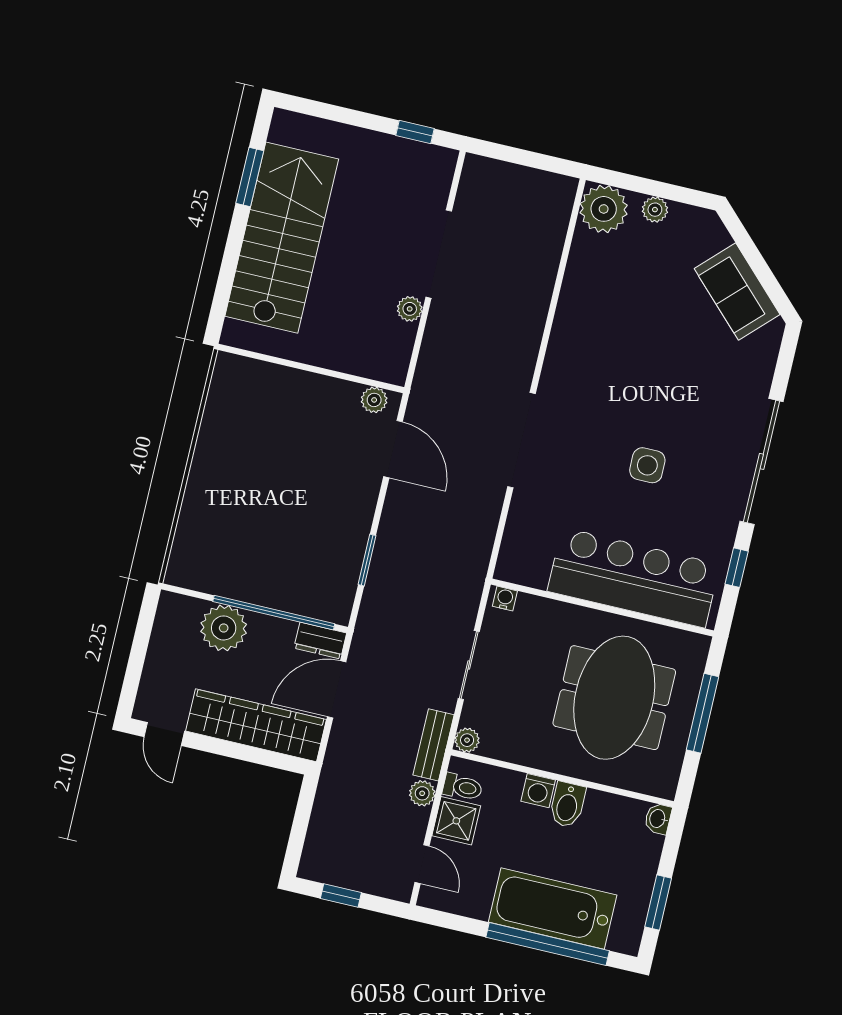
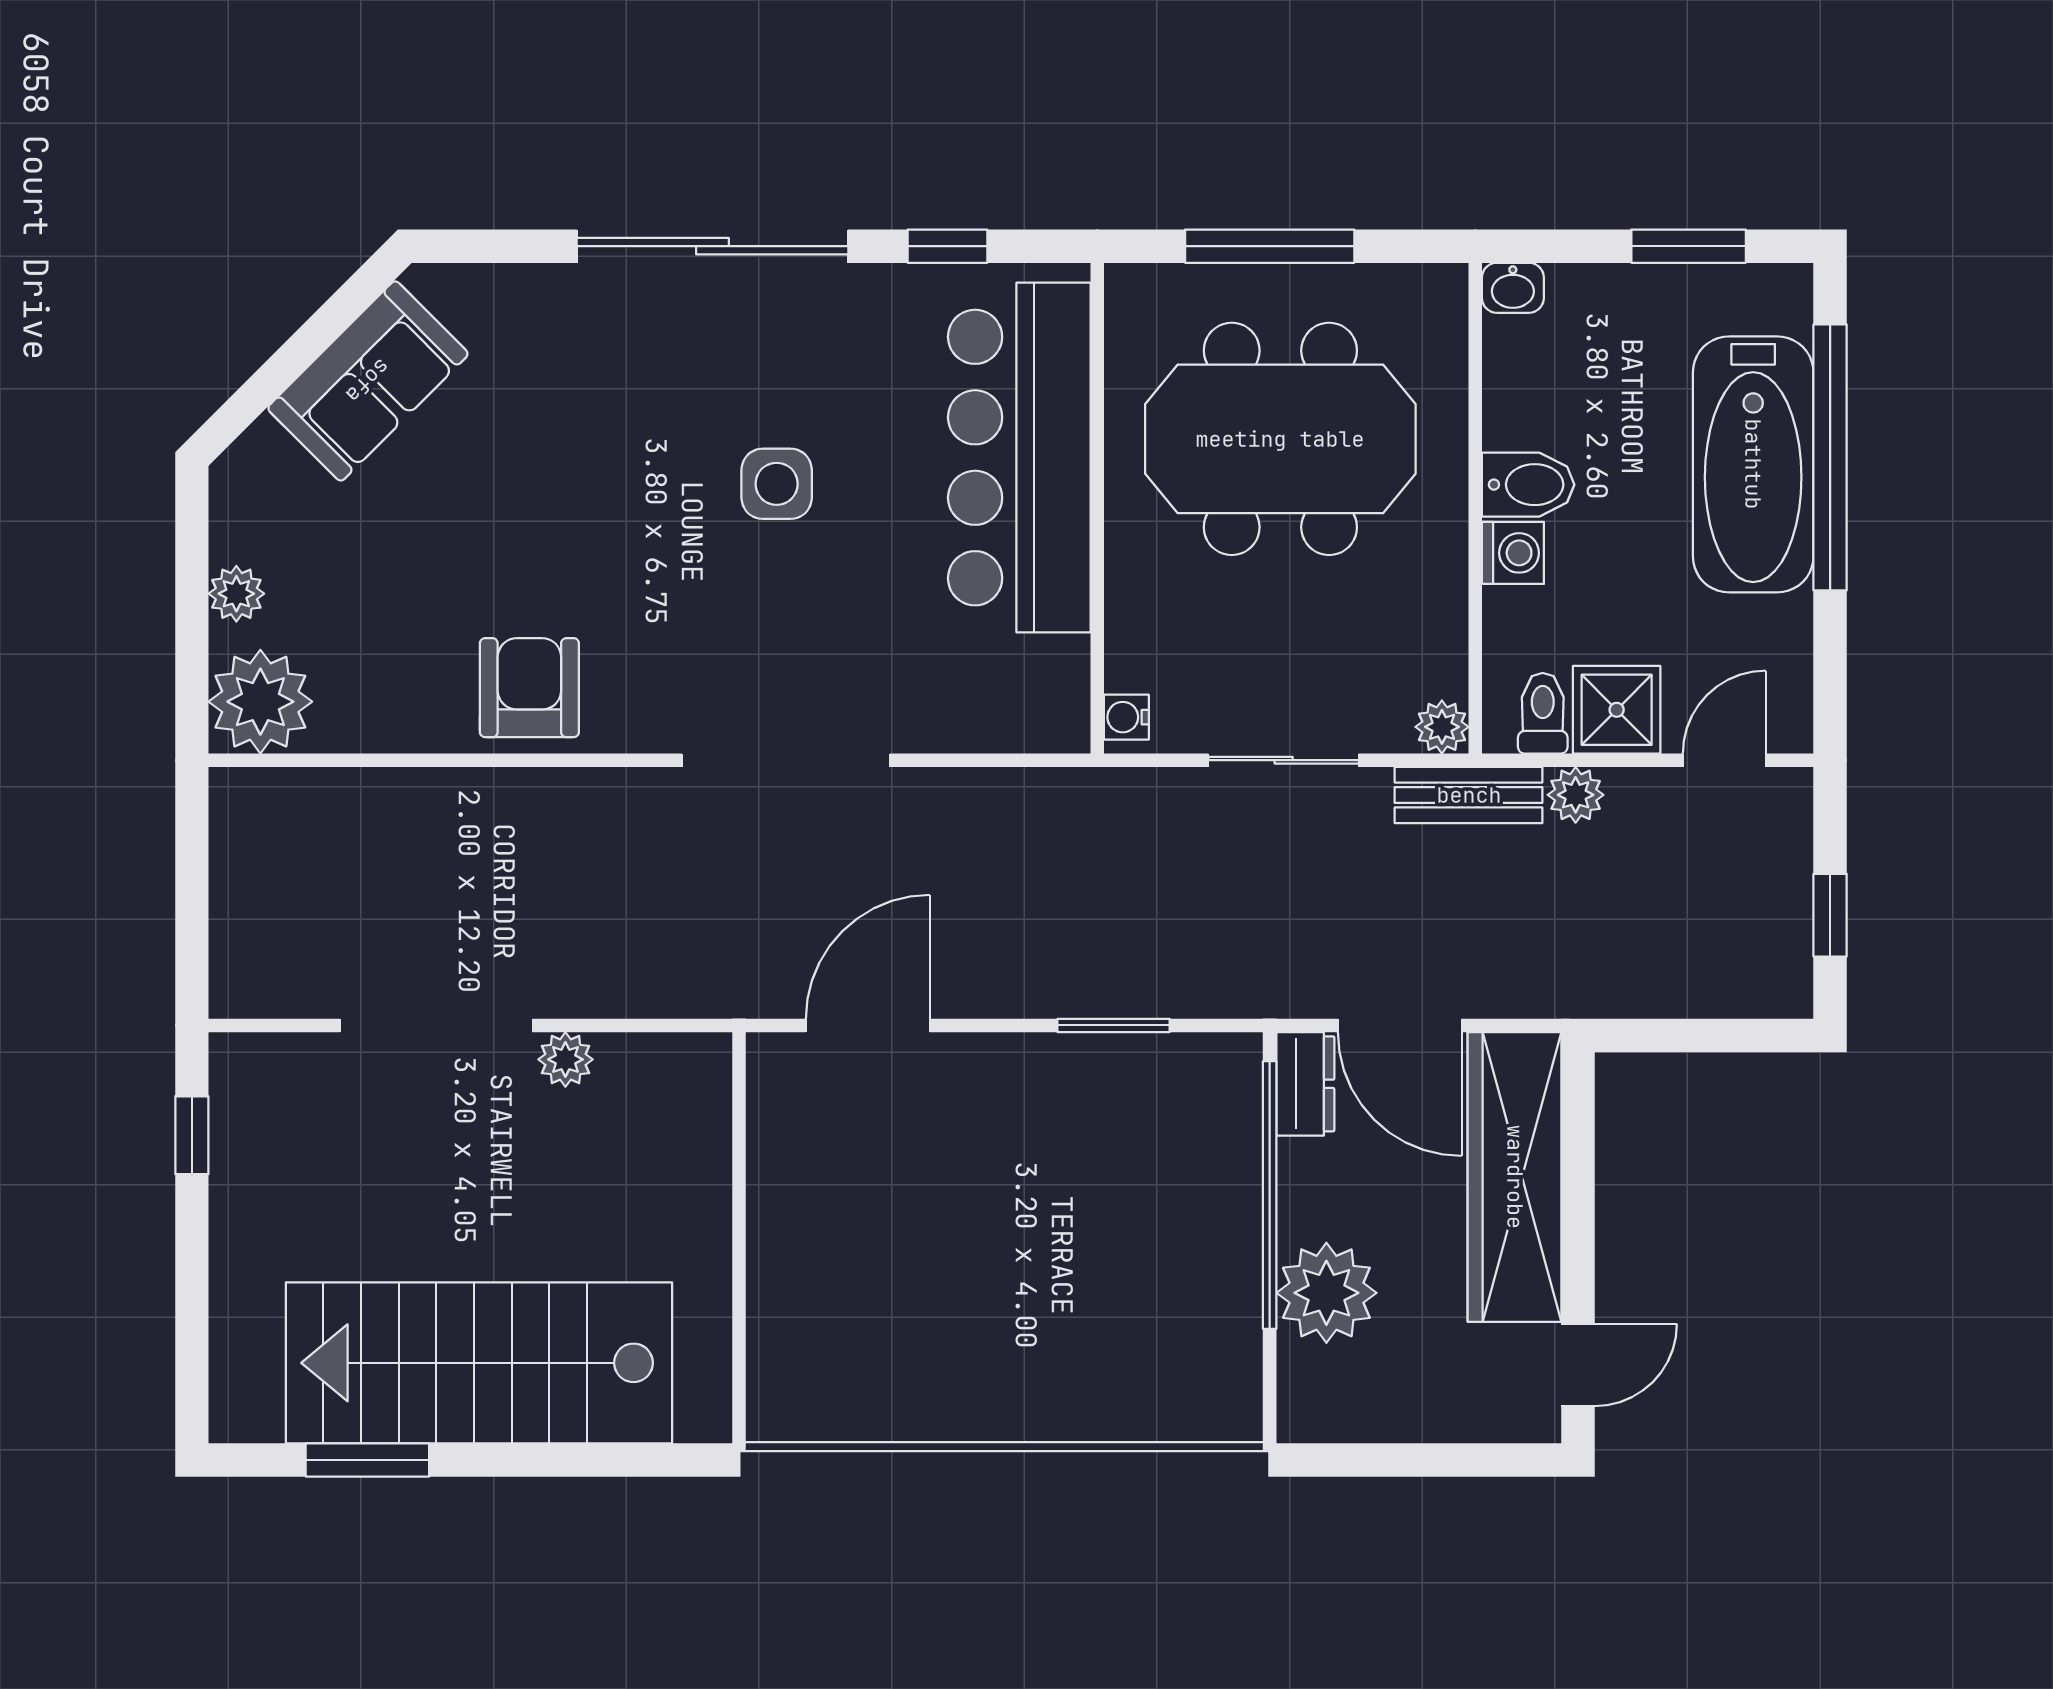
armchair: (581, 332) -> (529, 688), added
plant: (374, 400) -> (774, 1089), removed

